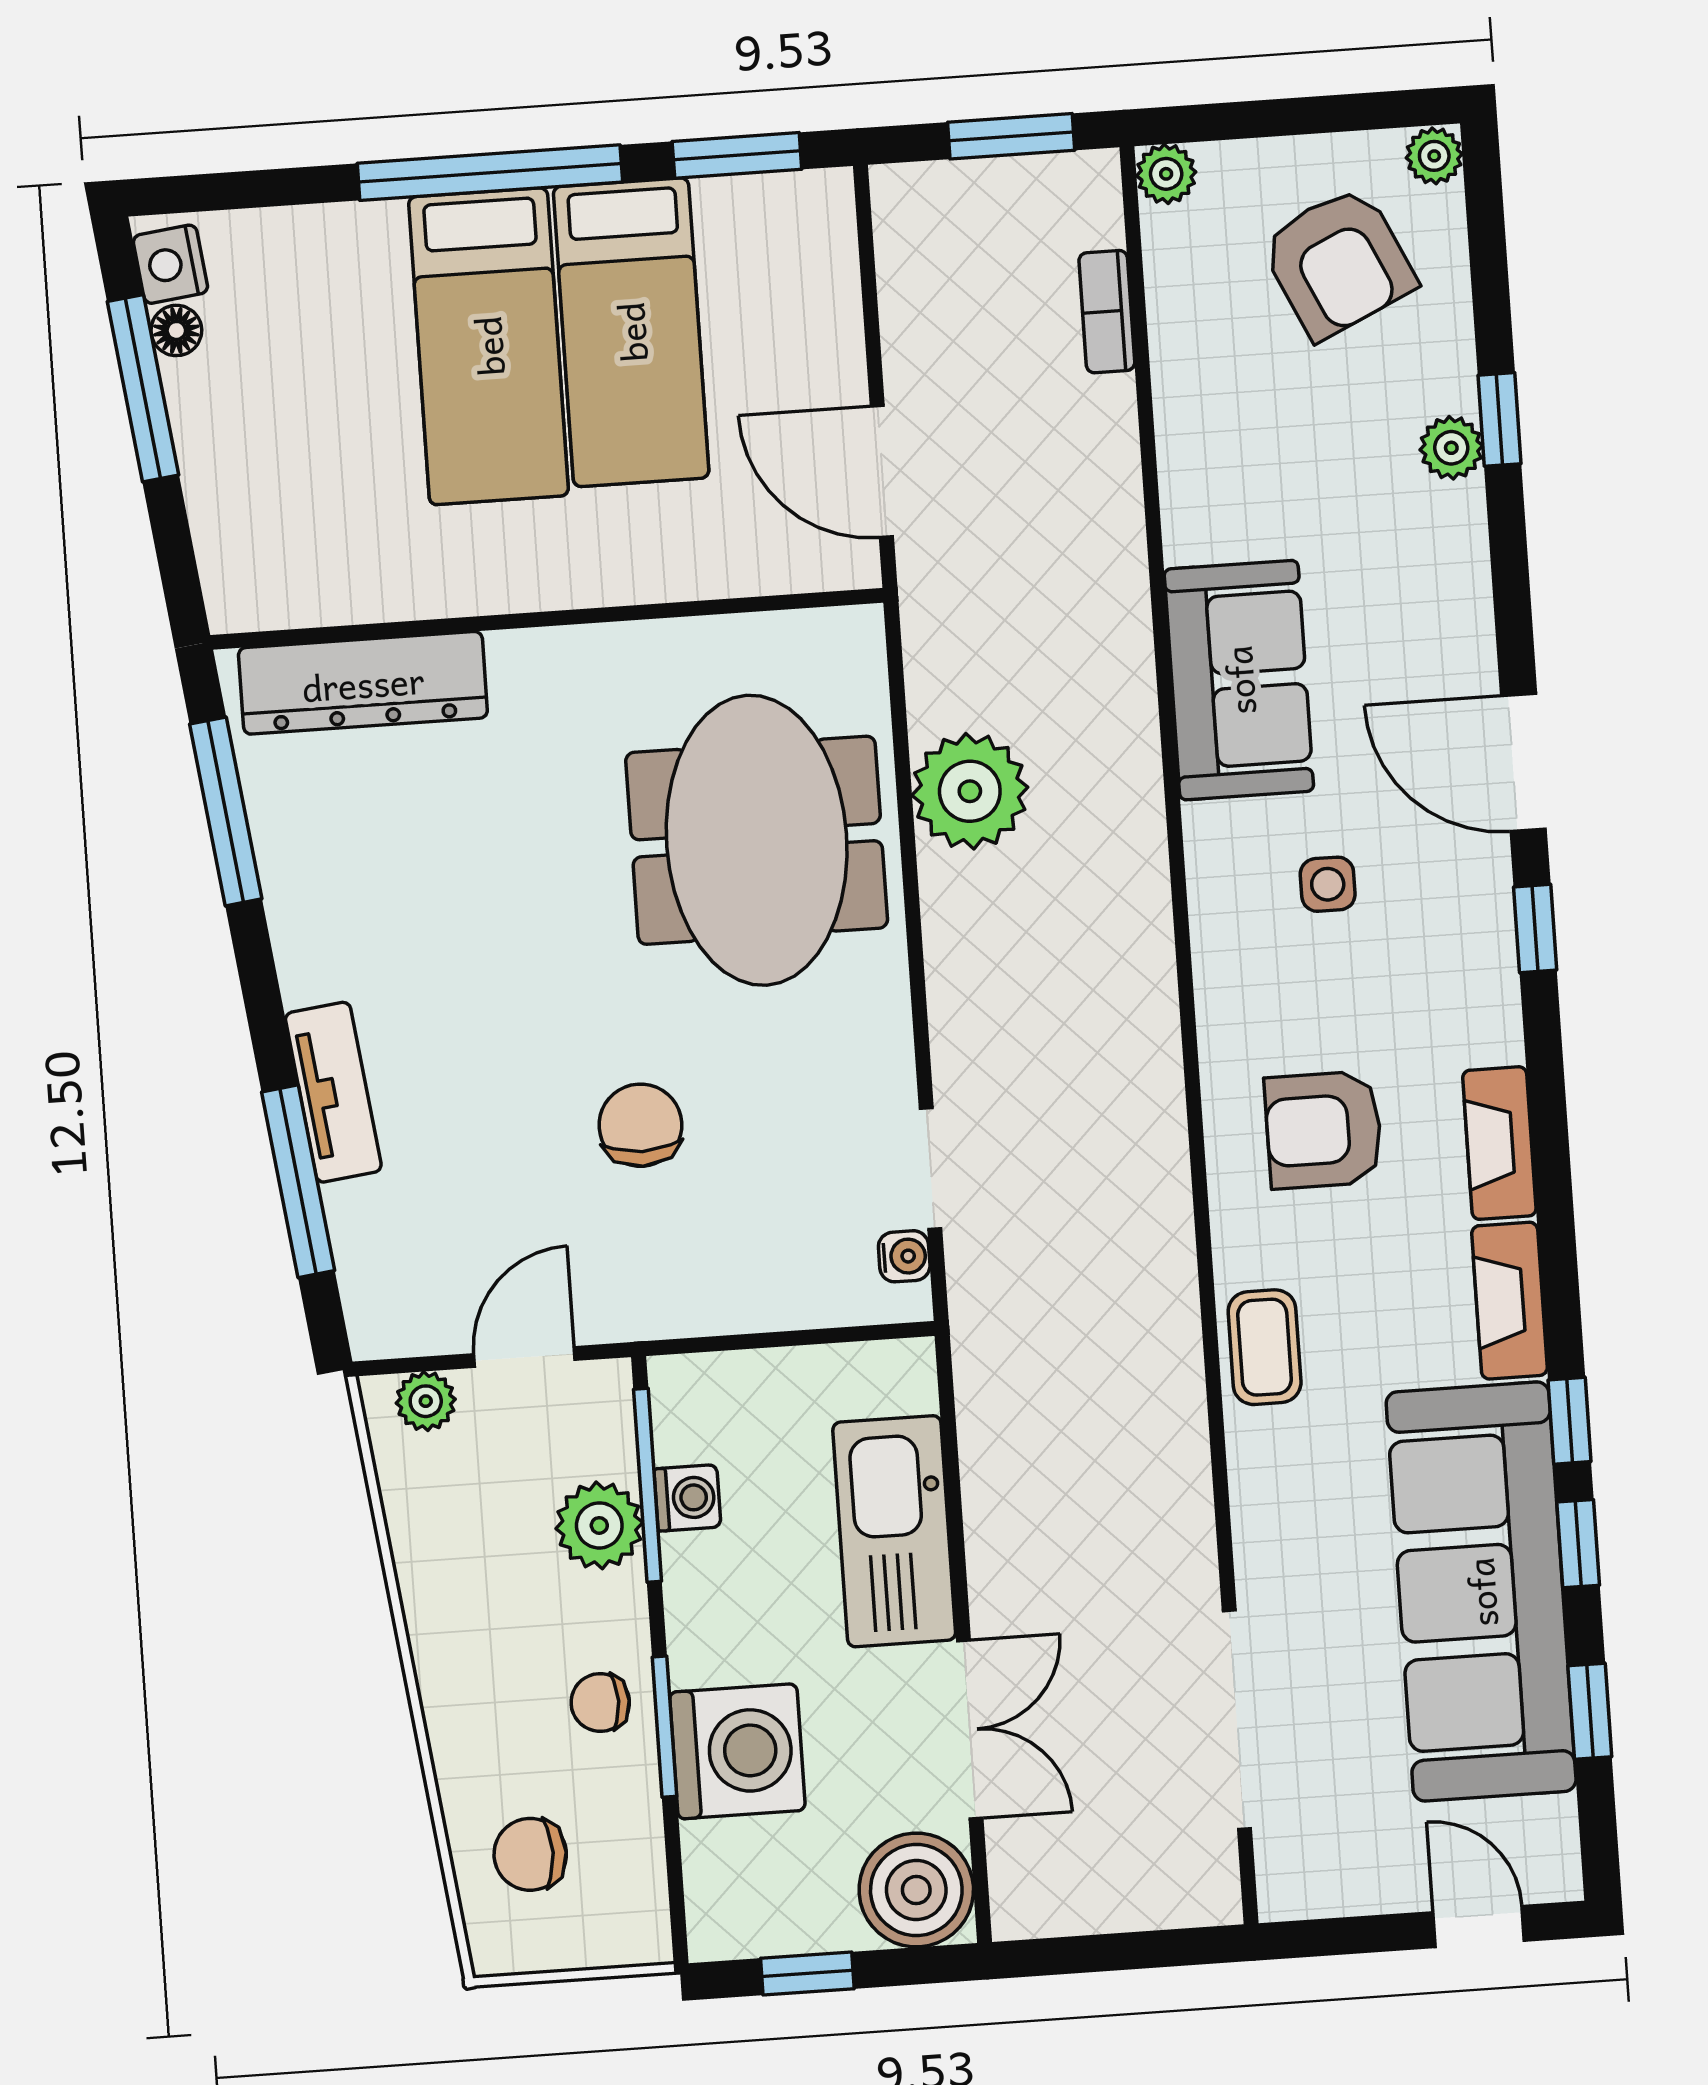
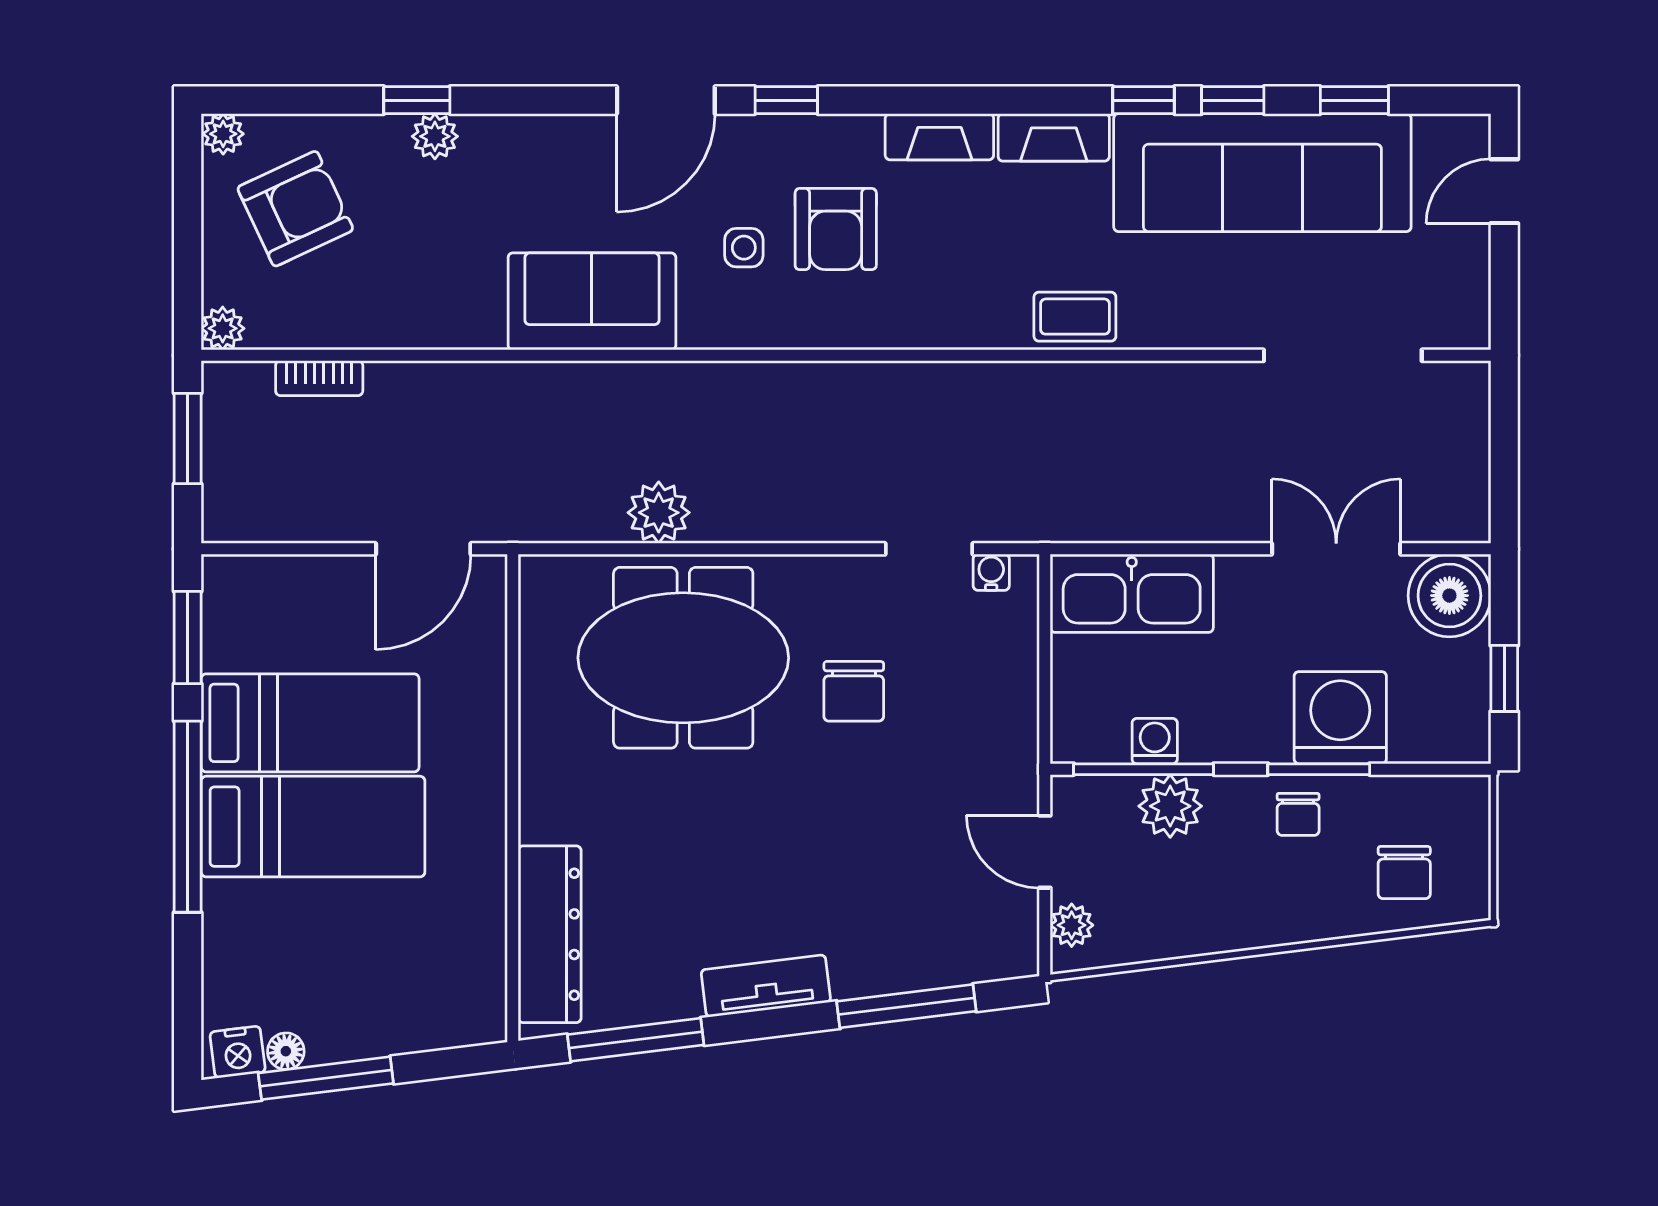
plant: (970, 791) -> (659, 513), width x0.73, depth x0.73
tv unit: (333, 1092) -> (766, 986), moved
chair: (640, 1125) -> (854, 691), moved, turned -90
armchair: (1324, 1130) -> (836, 229), moved
kitchen sink: (894, 1531) -> (1132, 593), moved

